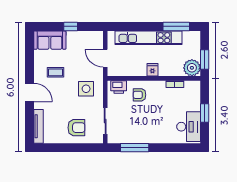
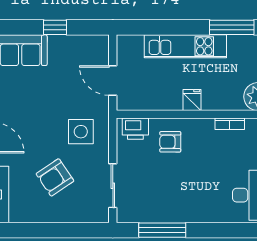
kitchen unit: (149, 38) -> (185, 46), width x0.73
coffee table: (55, 72) -> (30, 104), removed
armchair: (76, 128) -> (55, 177), moved, turned 146

